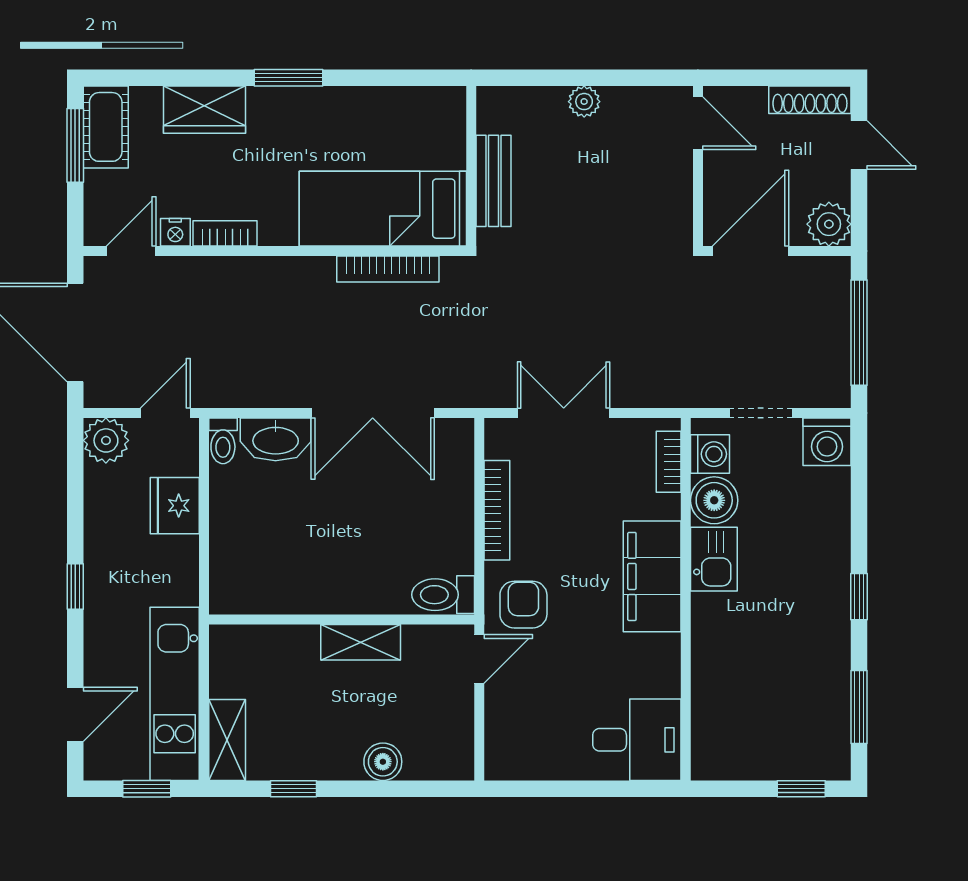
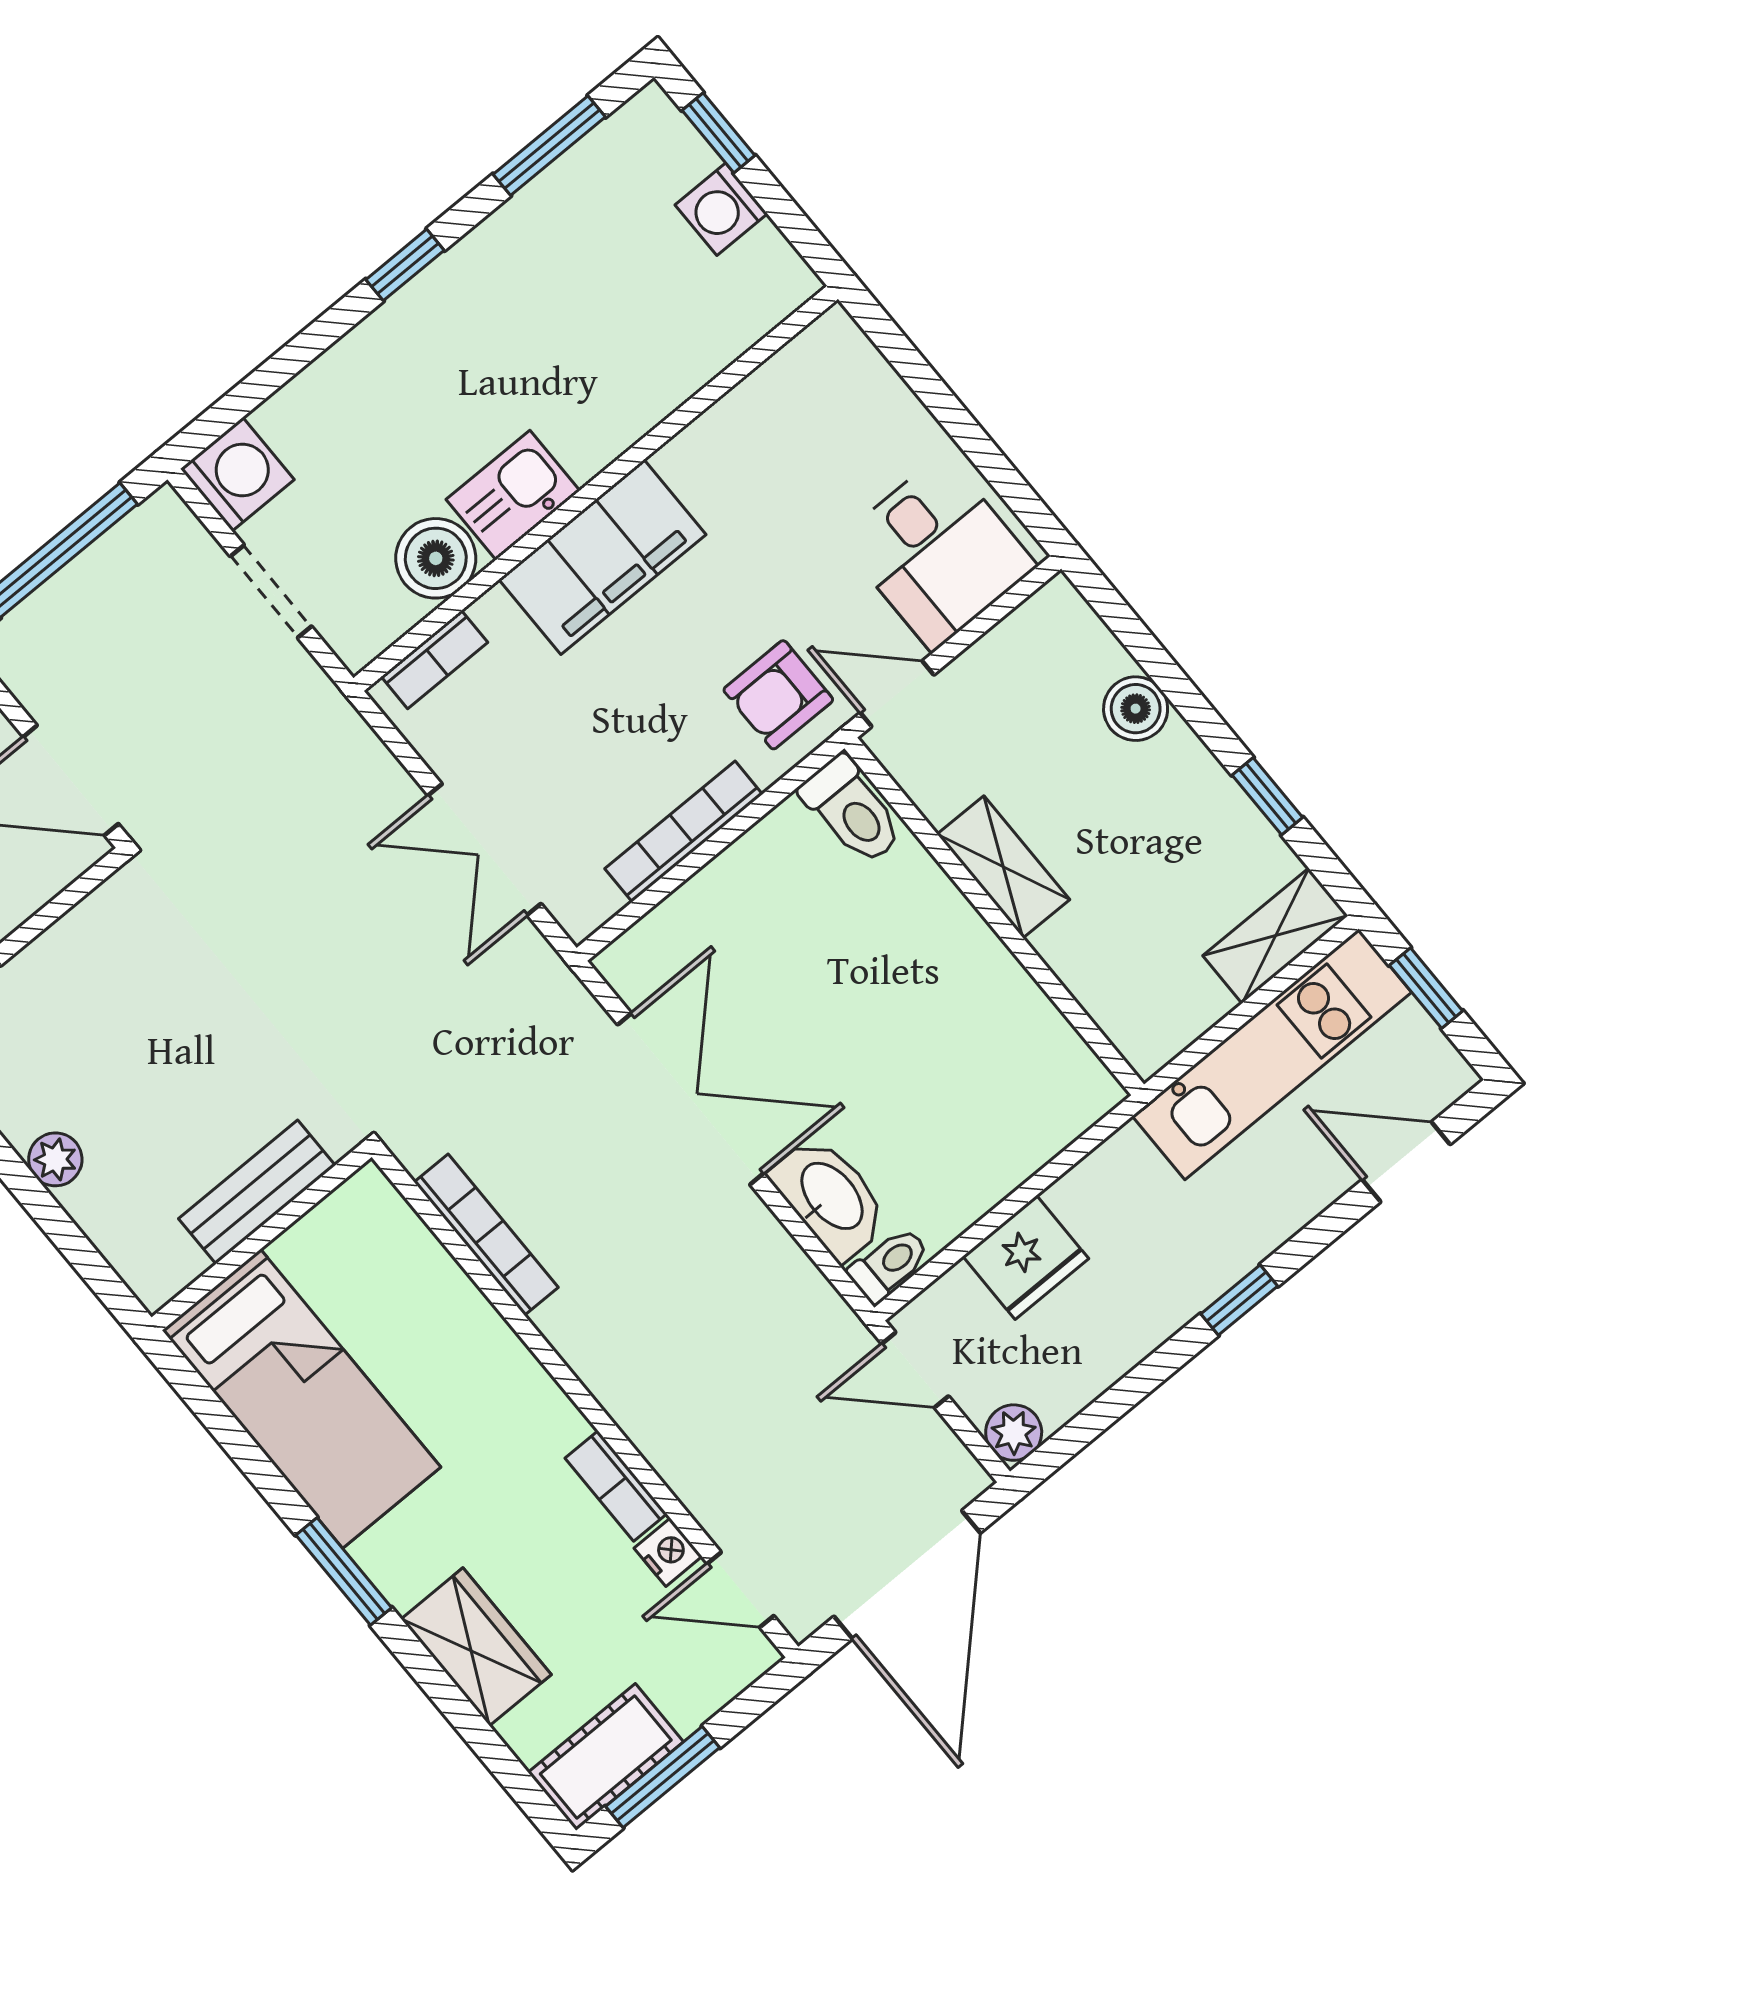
bed: (383, 209) -> (301, 1399), moved
plant: (106, 440) -> (1014, 1433), width x0.73, depth x0.73
washing machine: (710, 454) -> (721, 209), moved, turned -90
desk: (637, 740) -> (938, 552), moved, turned 180

